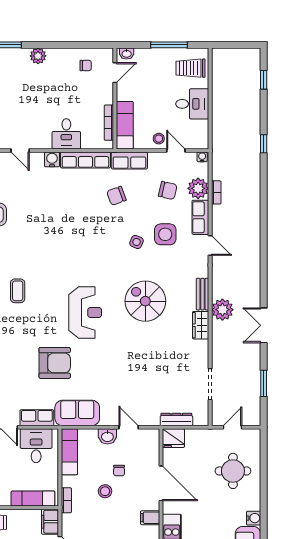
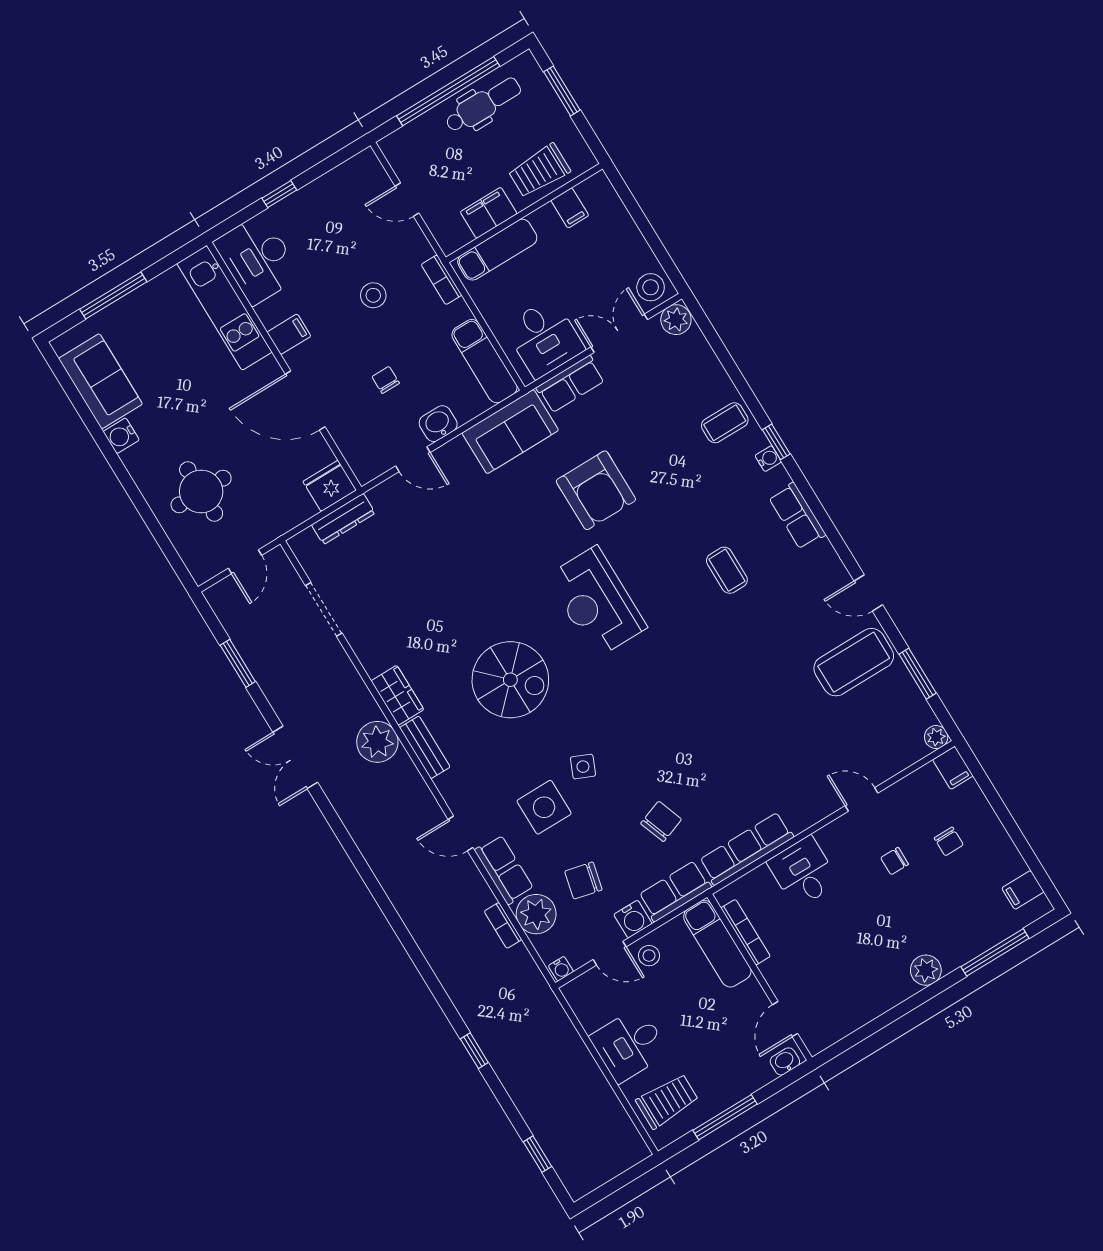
chair: (86, 66) -> (895, 861), moved
water cooler: (52, 159) -> (633, 919), moved
double door: (264, 325) -> (295, 757), swing flipped
armchair: (55, 363) -> (596, 490), turned -90
stool: (105, 491) -> (373, 295), moved
filing cabinet: (50, 522) -> (489, 213), moved, turned -90

